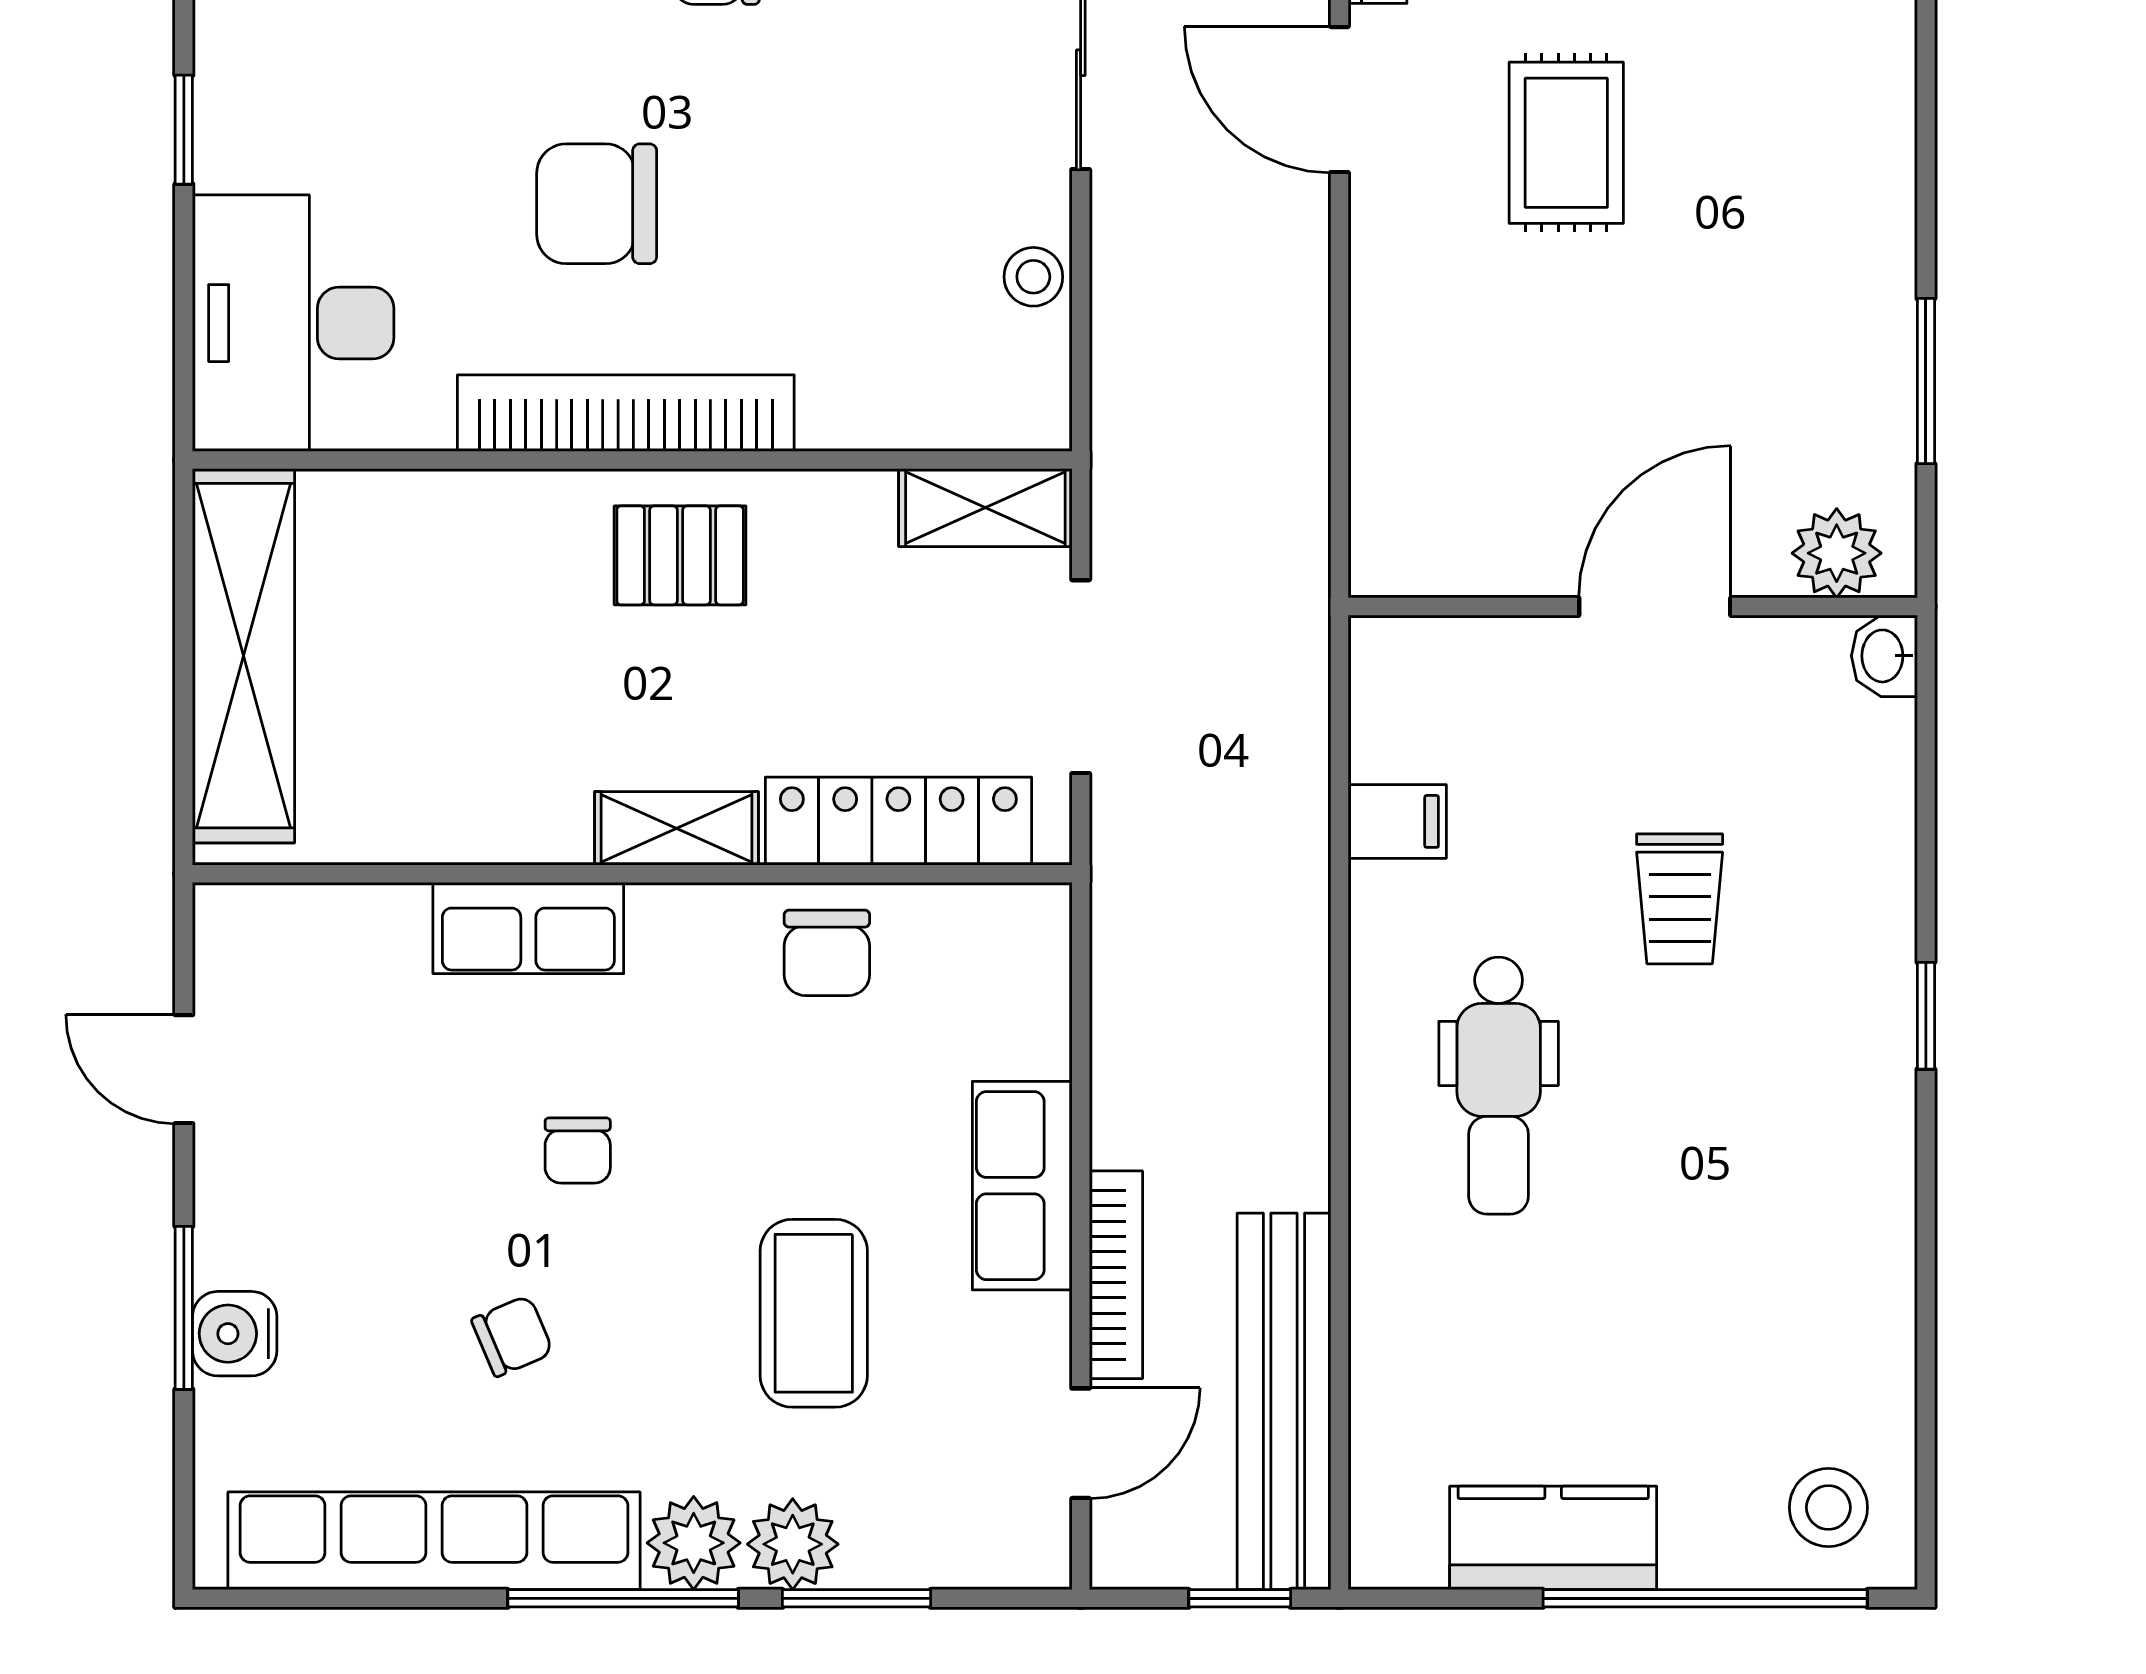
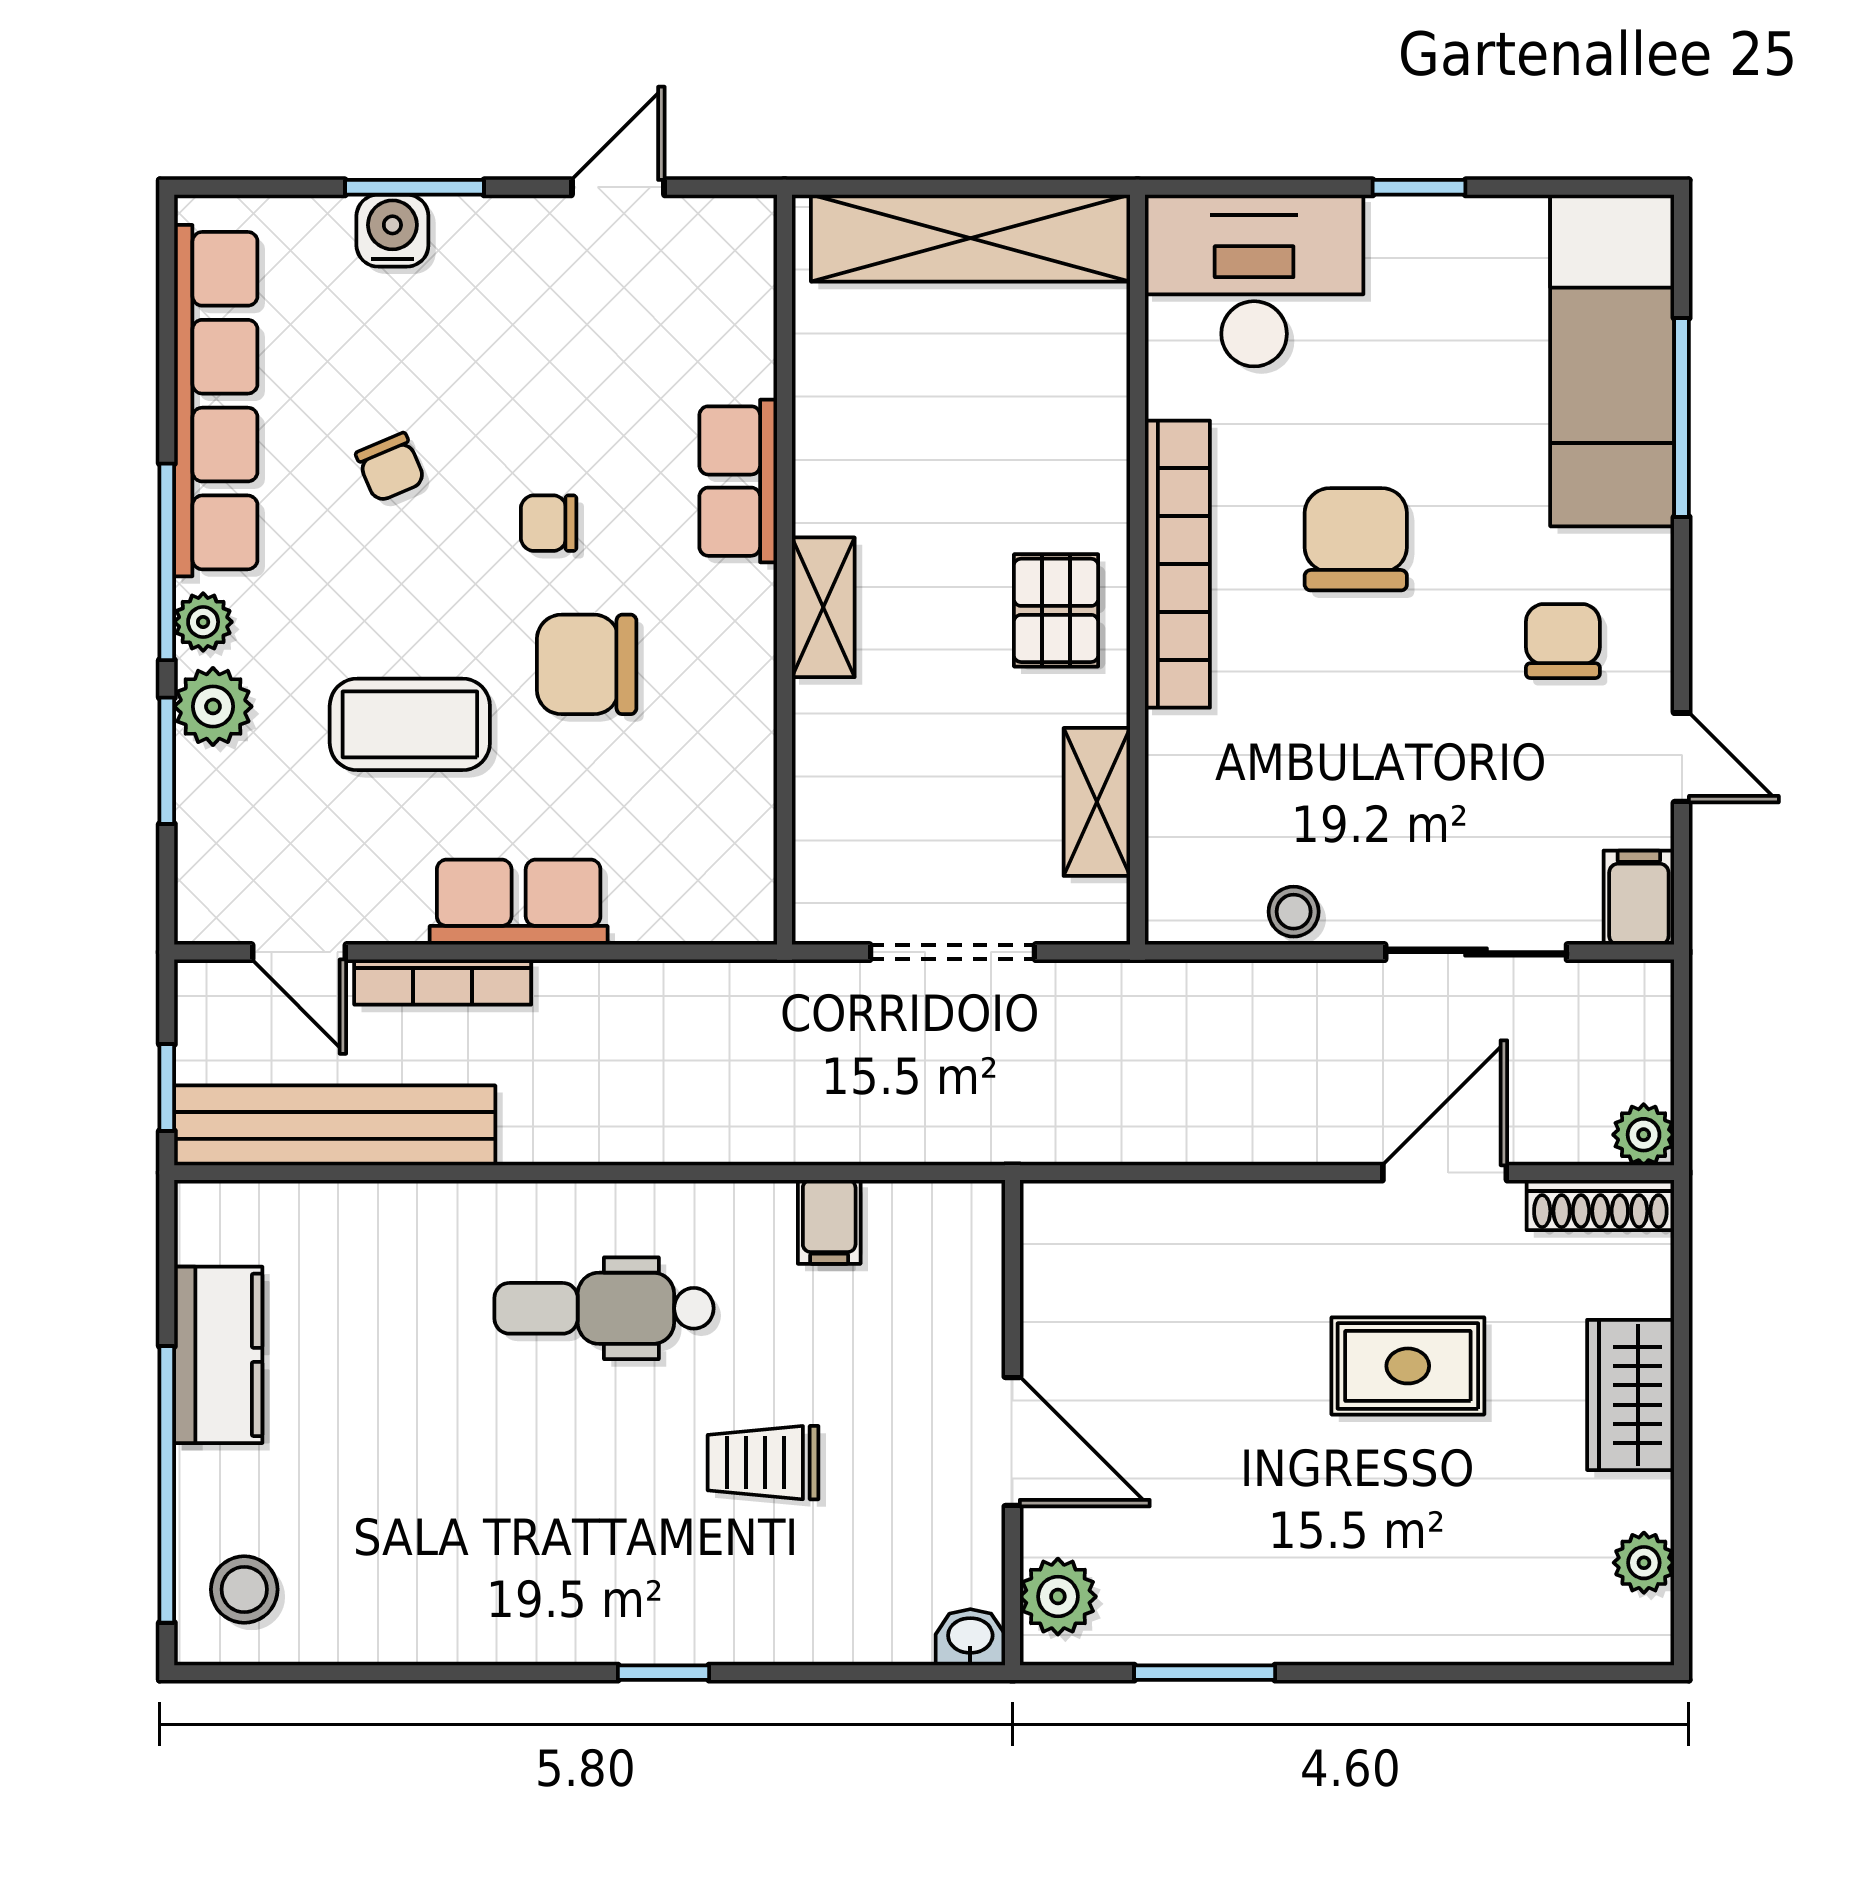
shelving: (985, 508) -> (1097, 802), moved
locker: (898, 821) -> (829, 797), removed
chair: (827, 953) -> (587, 664), moved, width x1.37, depth x1.37
plant: (694, 1543) -> (203, 622), width x0.73, depth x0.73

